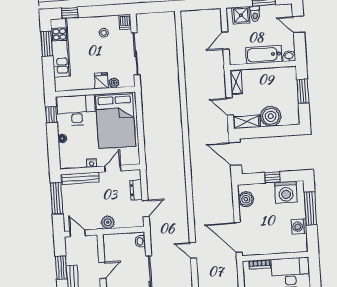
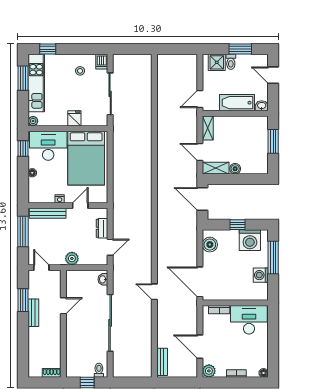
door: (225, 41) -> (200, 99), moved
plant: (114, 83) -> (33, 121), moved
boiler: (271, 116) -> (235, 169), width x0.54, depth x0.54

